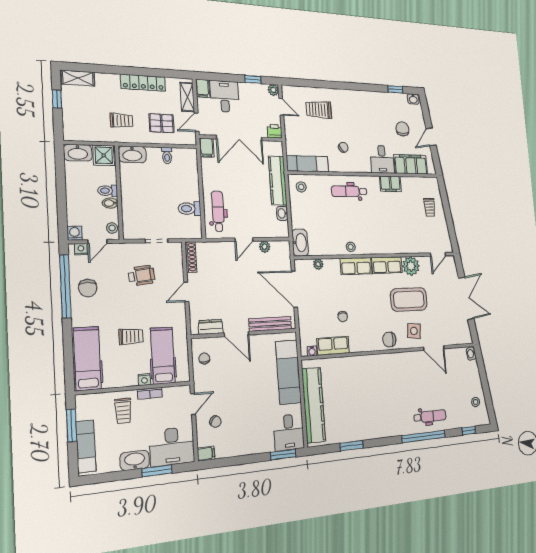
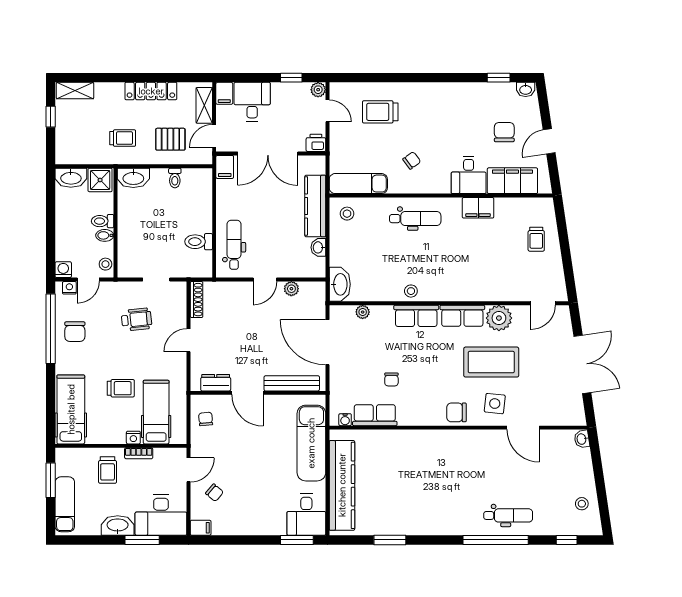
dental chair: (349, 191) -> (415, 219), turned 180

